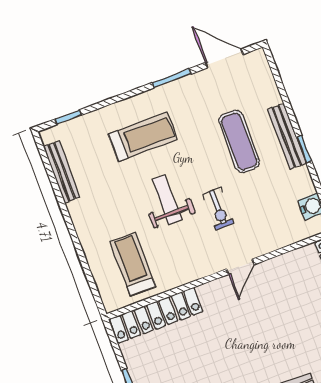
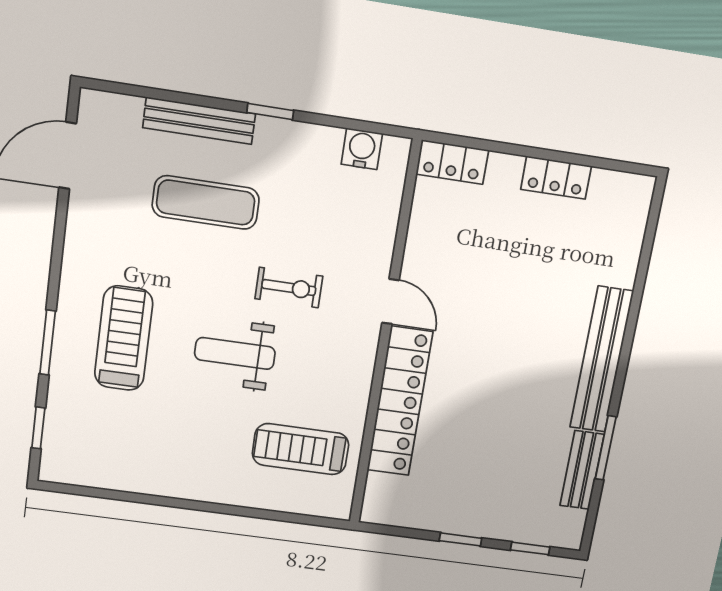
window: (172, 78) -> (48, 342), moved
bench: (287, 136) -> (199, 121), moved
bench: (62, 172) -> (114, 478), removed
locker: (156, 315) -> (400, 401), moved

